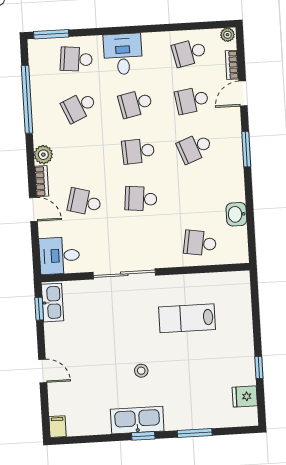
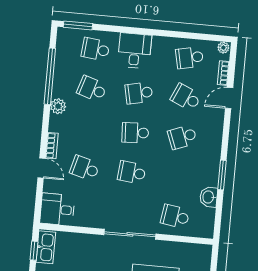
school desk: (192, 100) -> (186, 97), turned 33
school desk: (79, 107) -> (92, 89), turned 42
window: (246, 149) -> (222, 175), moved
plant: (43, 155) -> (58, 106), moved
sliding door: (124, 274) -> (130, 234), moved

